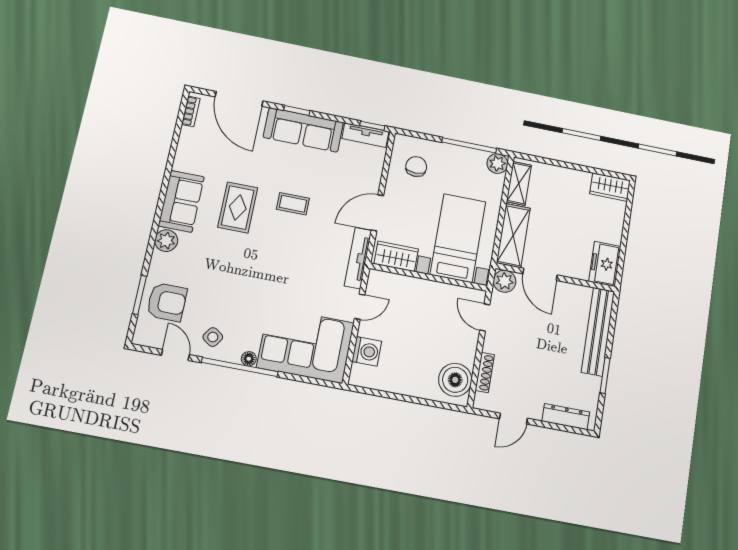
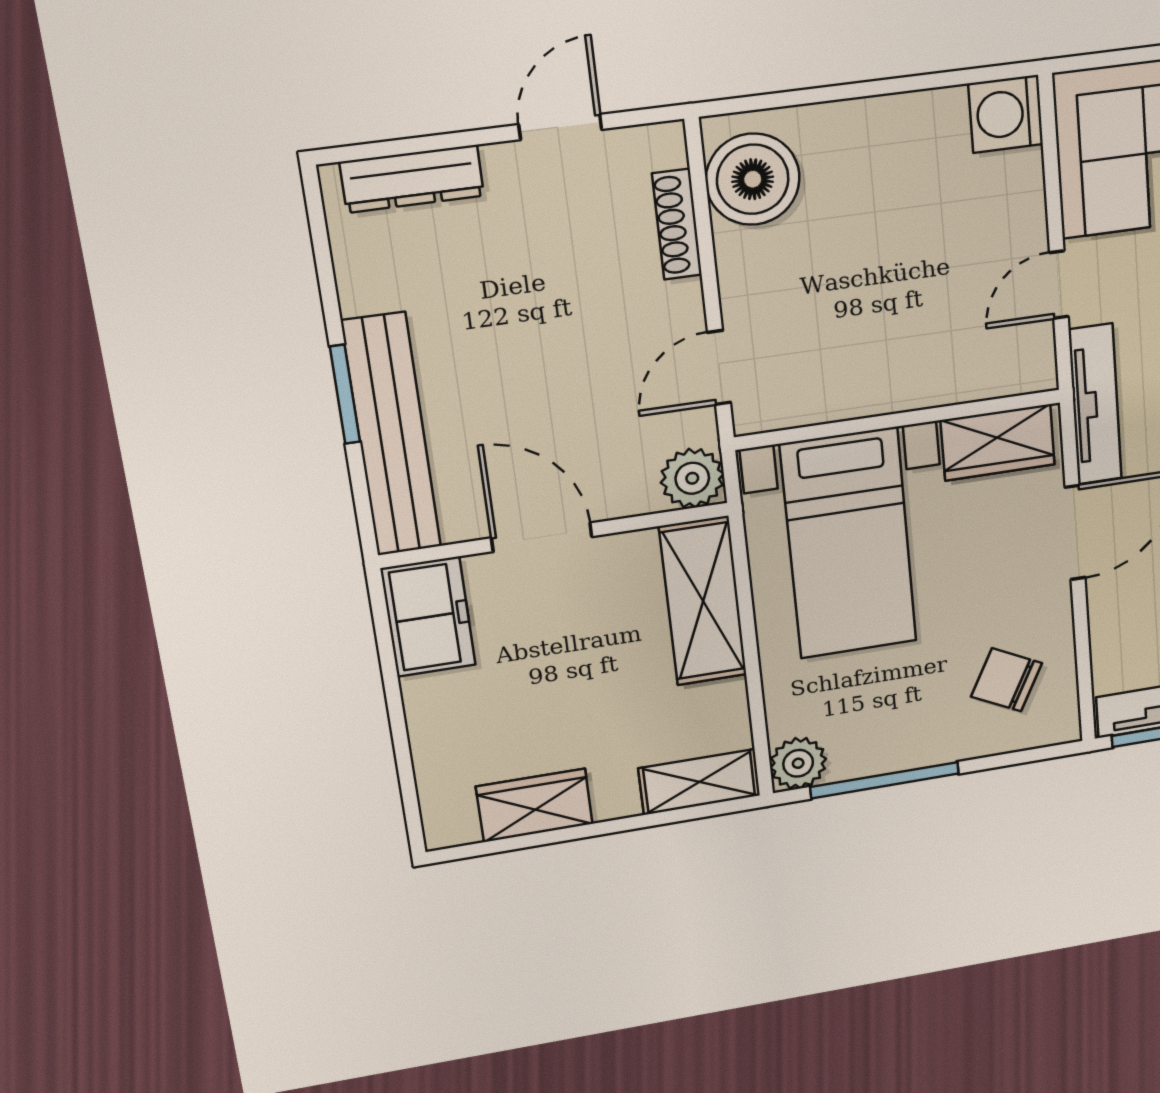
chair: (416, 167) -> (1007, 680), turned 117
shelving: (519, 183) -> (699, 782), moved, turned 90
wardrobe: (610, 187) -> (535, 805), moved
door: (540, 274) -> (542, 537), moved
door: (485, 317) -> (719, 368), swing flipped
washing machine: (367, 351) -> (1006, 114), moved
window: (605, 375) -> (345, 394), moved

